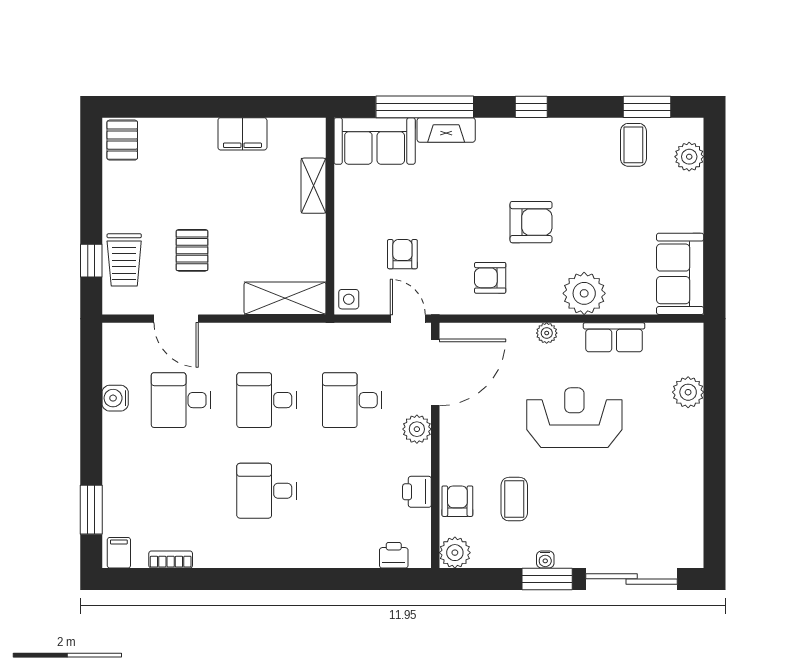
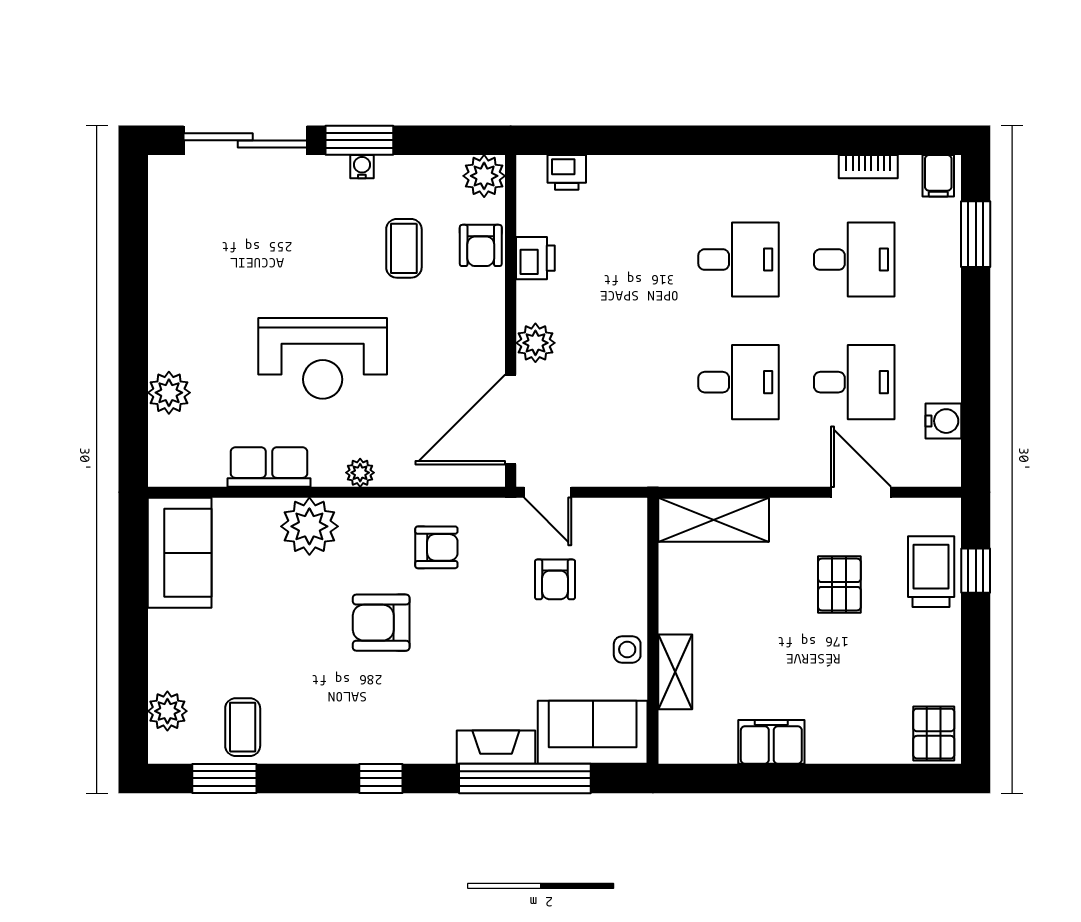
side table: (349, 299) -> (627, 649), moved
water cooler: (115, 398) -> (943, 421), moved
desk: (352, 400) -> (854, 260), moved

